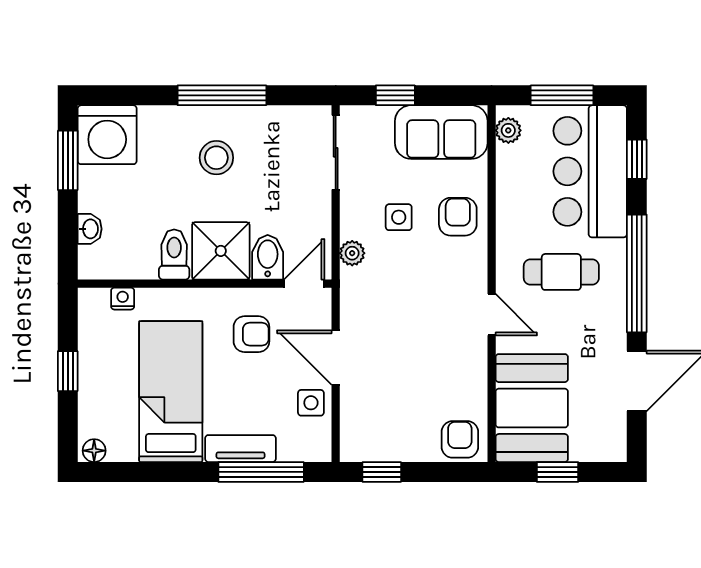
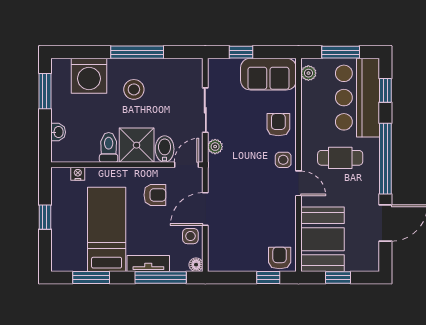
washing machine: (107, 135) -> (89, 76), moved
sliding door: (336, 152) -> (205, 110), moved
side table: (399, 217) -> (283, 160), moved
door: (336, 358) -> (205, 209), hinge flipped
floor lamp: (94, 451) -> (196, 265), moved
window: (145, 472) -> (91, 277), added
window: (382, 472) -> (268, 277), moved

